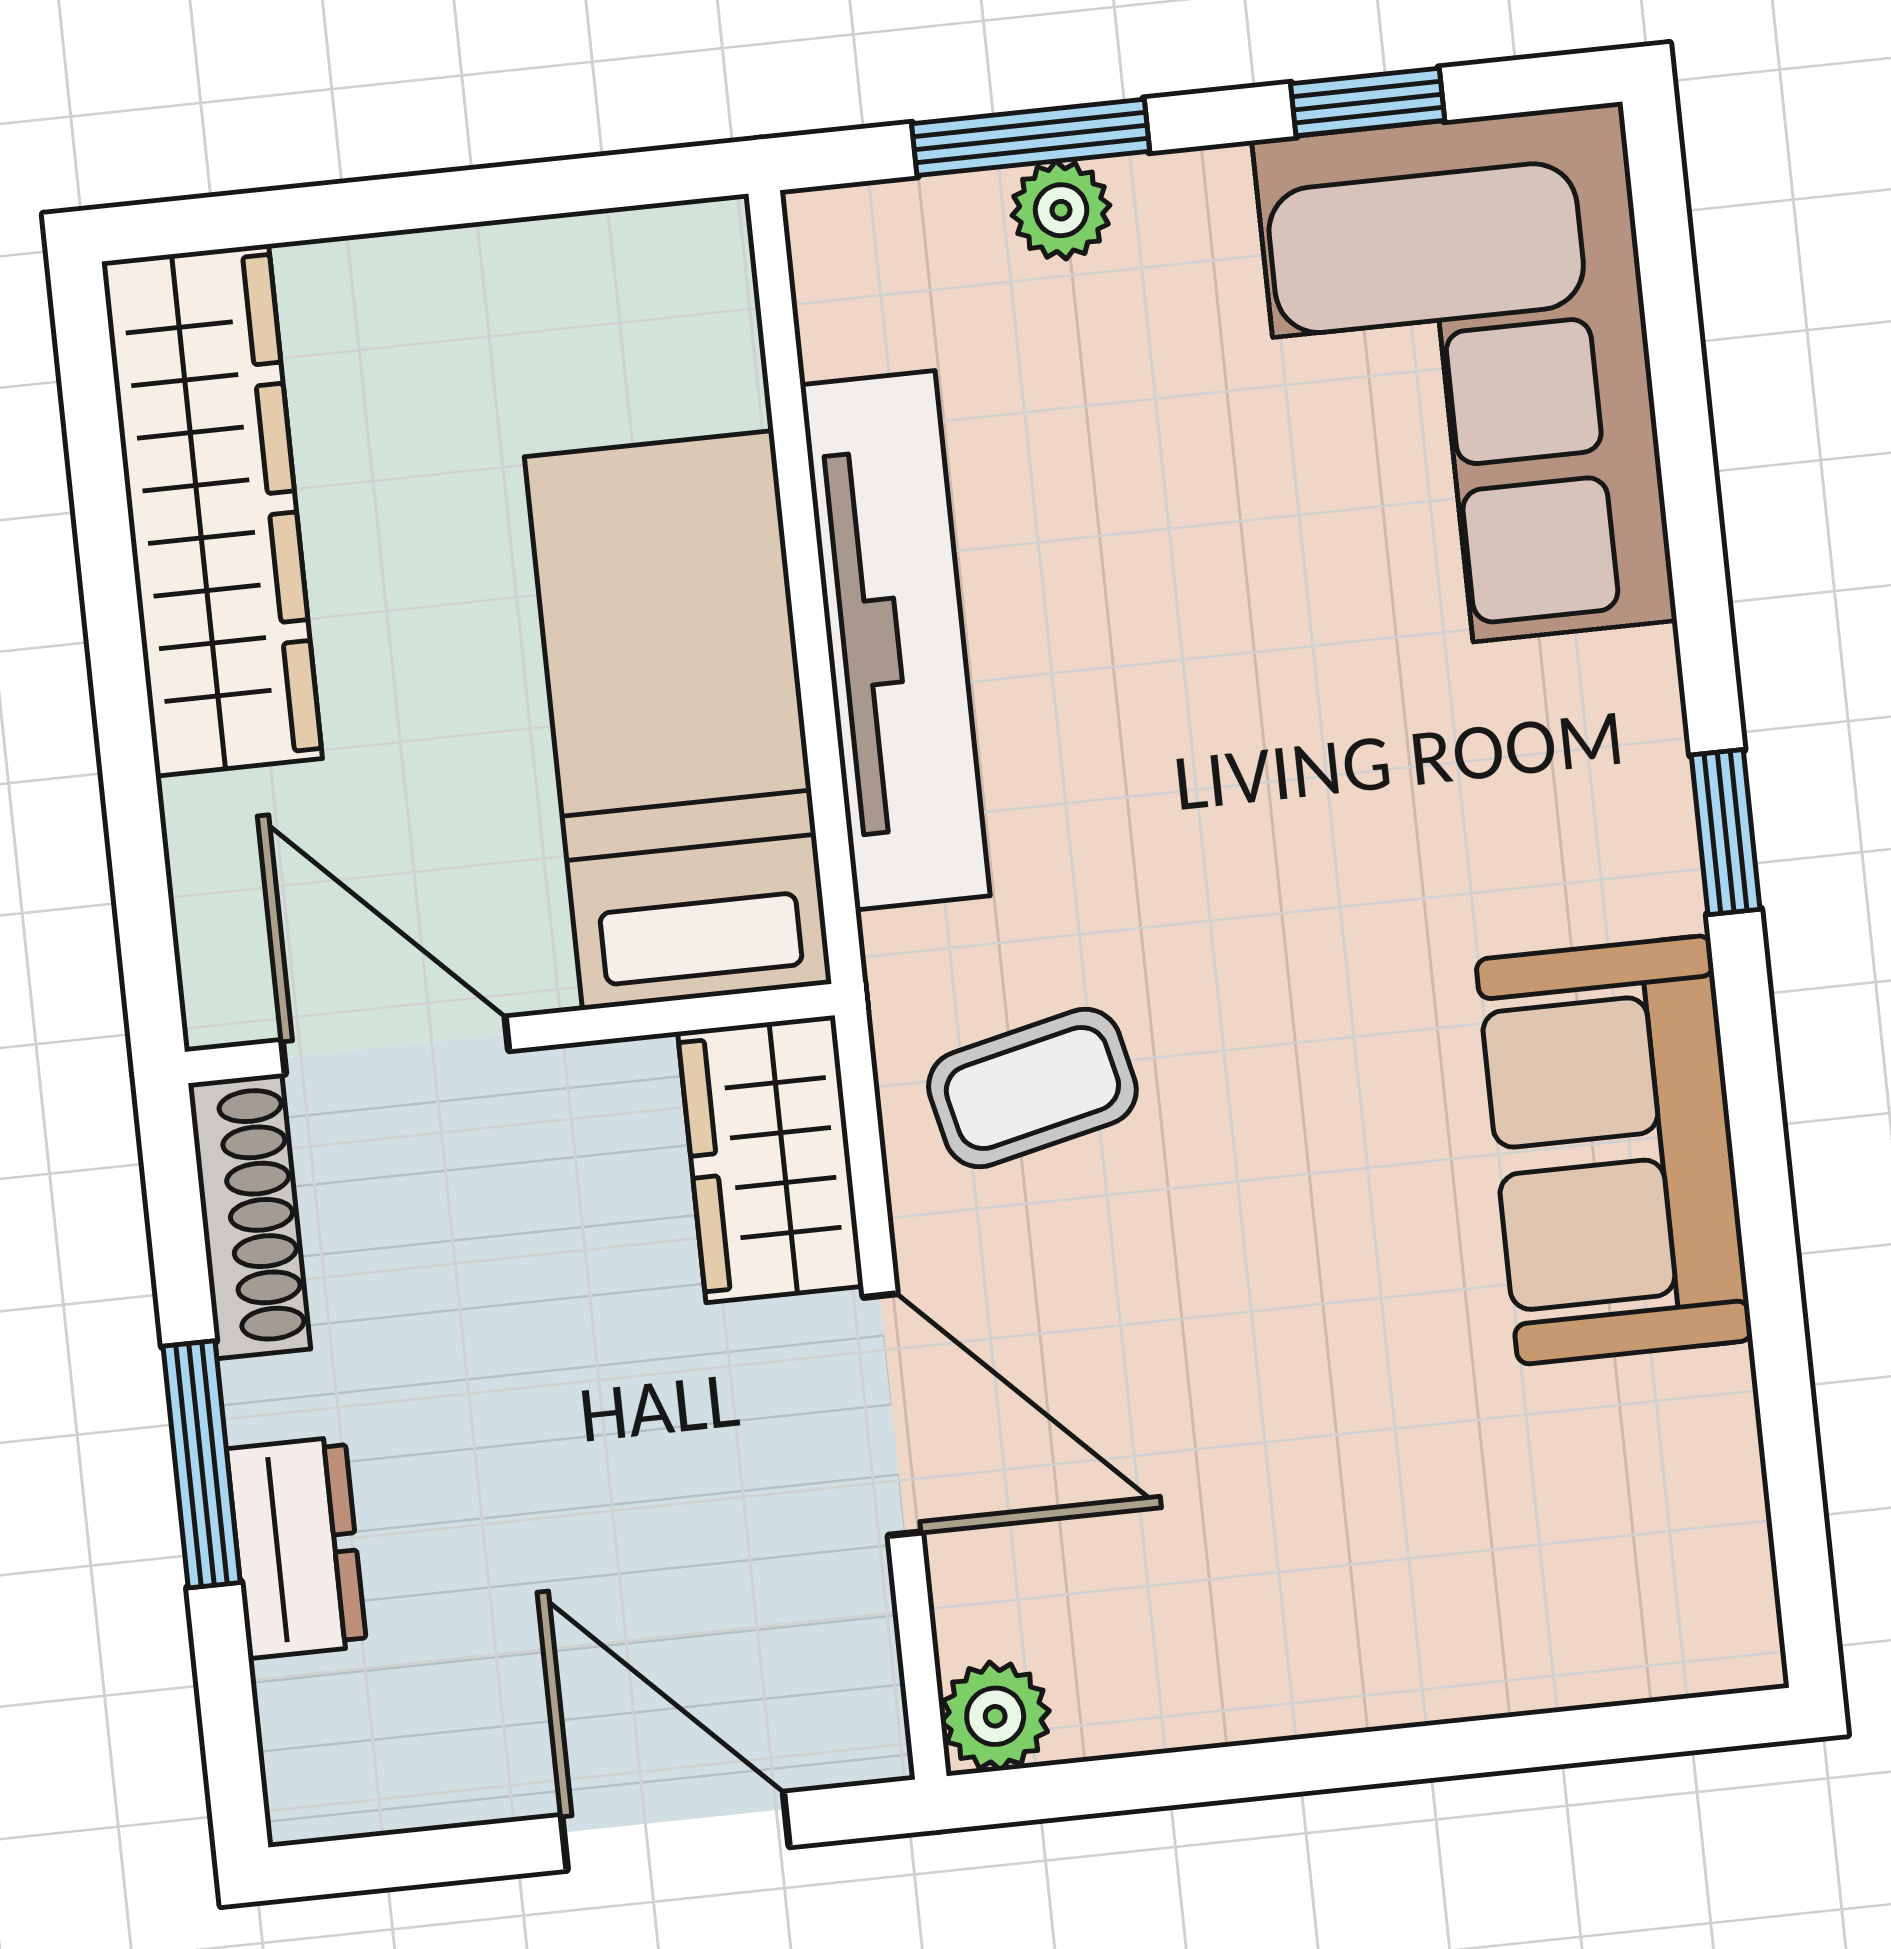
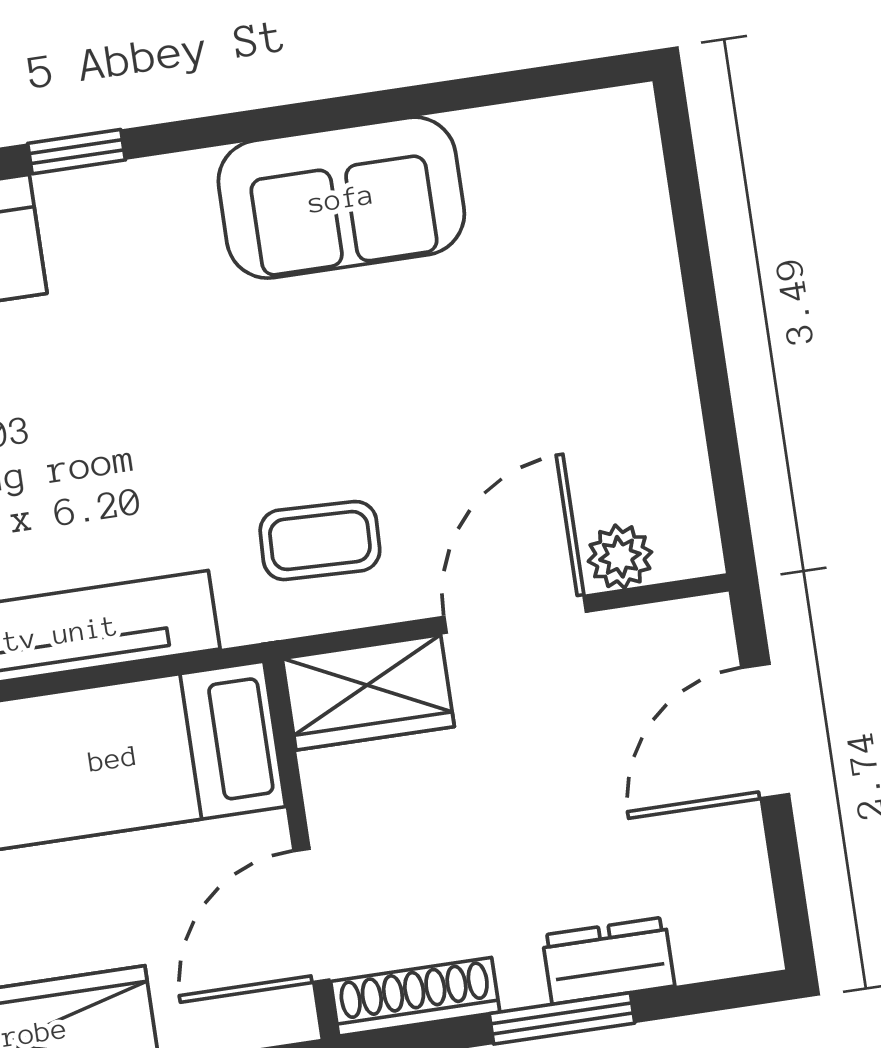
window: (1726, 832) -> (77, 152), moved
coffee table: (1032, 1088) -> (320, 541), turned -75
plant: (995, 1716) -> (620, 557), moved

